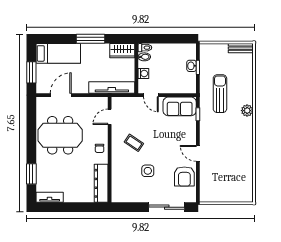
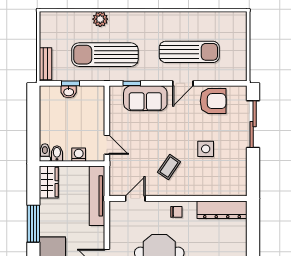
bench: (241, 48) -> (46, 64), moved
sun lounger: (220, 94) -> (105, 55), width x1.36, depth x1.34
door: (151, 95) -> (107, 145), hinge flipped
sofa: (180, 106) -> (145, 98), moved, turned 90
plant: (247, 111) -> (100, 19), moved
door: (110, 117) -> (135, 199), swing flipped
sun lounger: (222, 158) -> (189, 52), added

